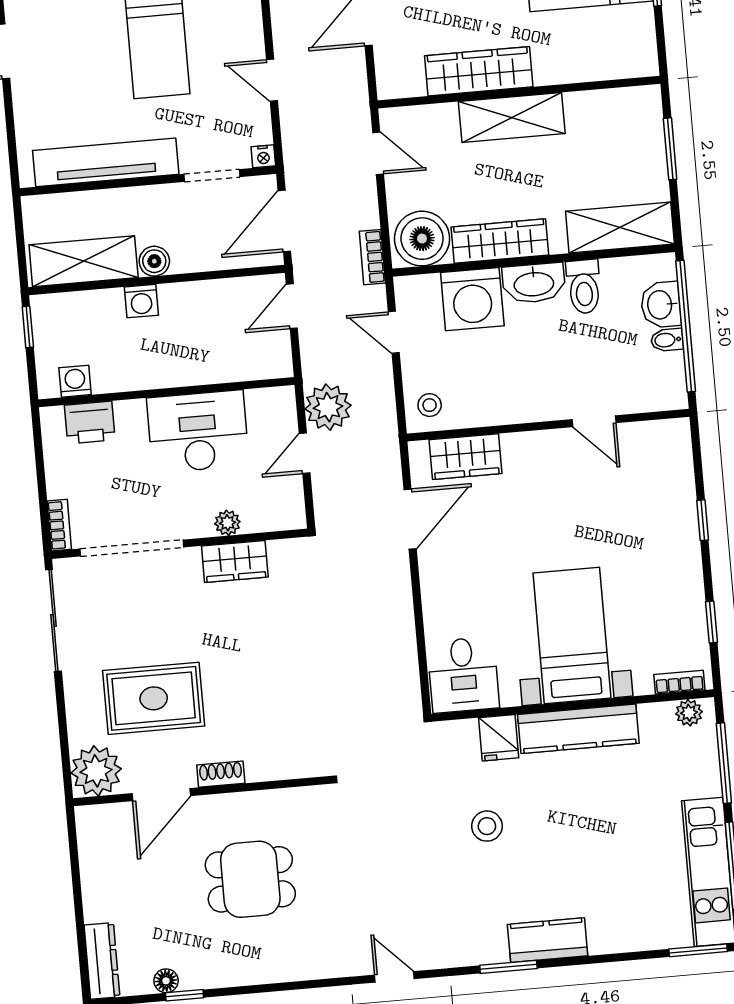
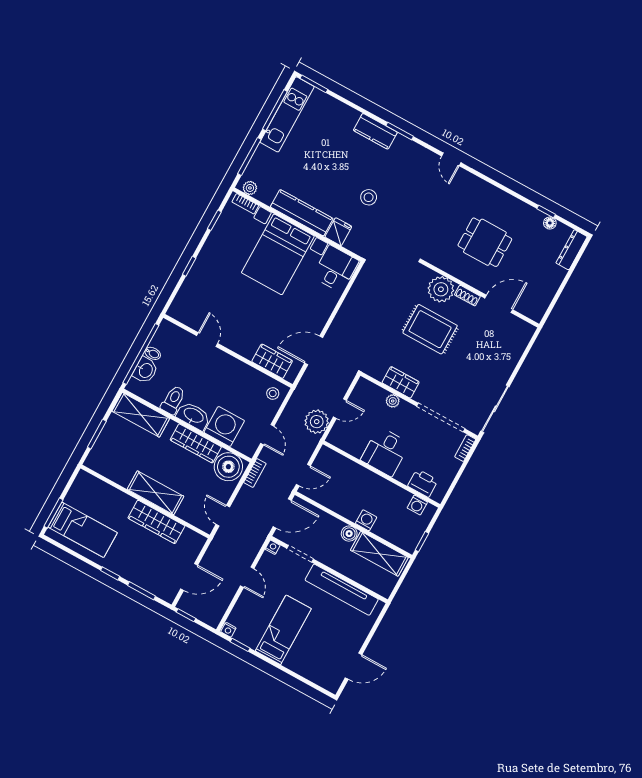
desk: (198, 432) -> (385, 452), width x0.73
bed with nightstands: (572, 636) -> (278, 254), width x1.36
rug: (154, 698) -> (430, 329), moved
plant: (96, 771) -> (441, 289), moved

